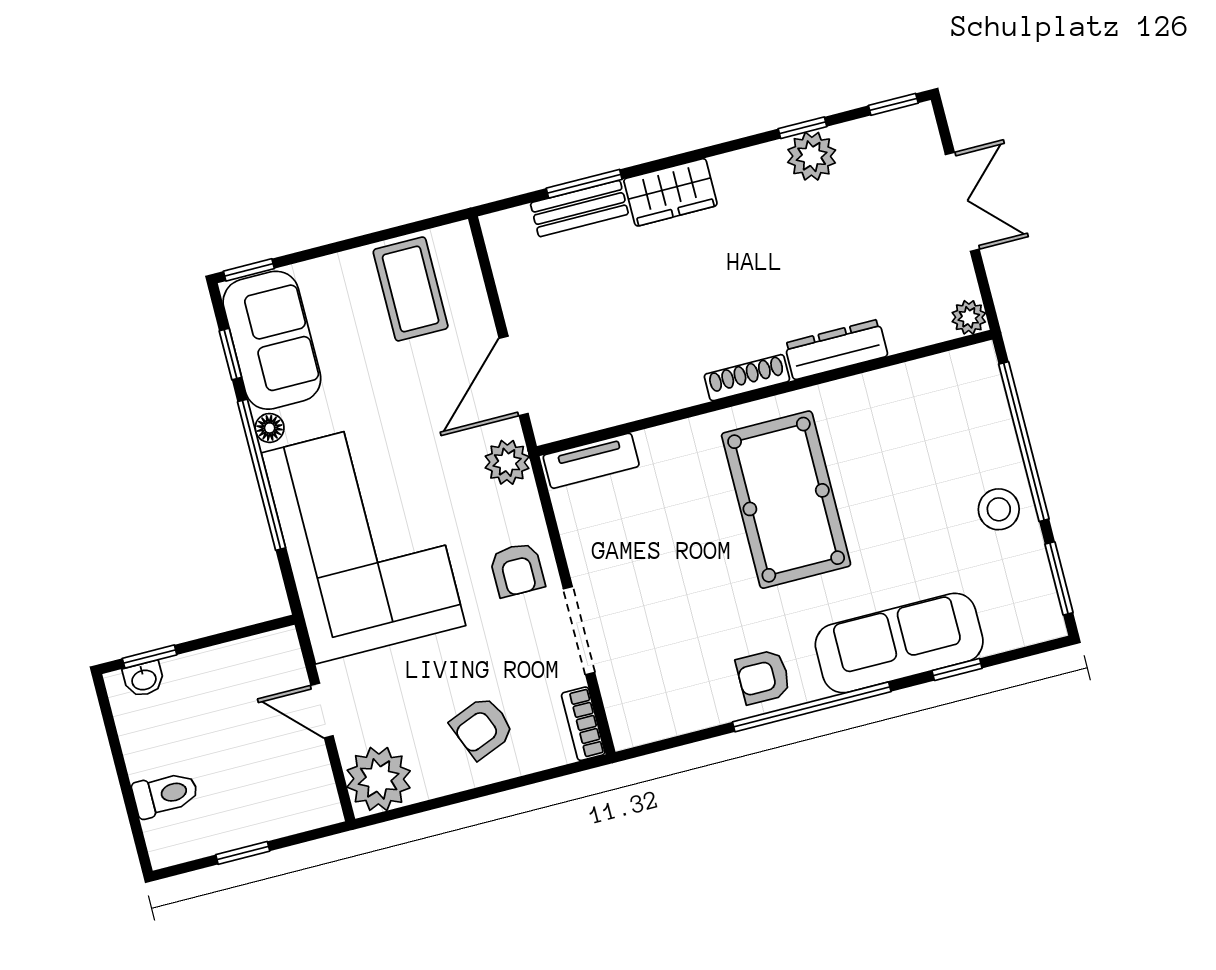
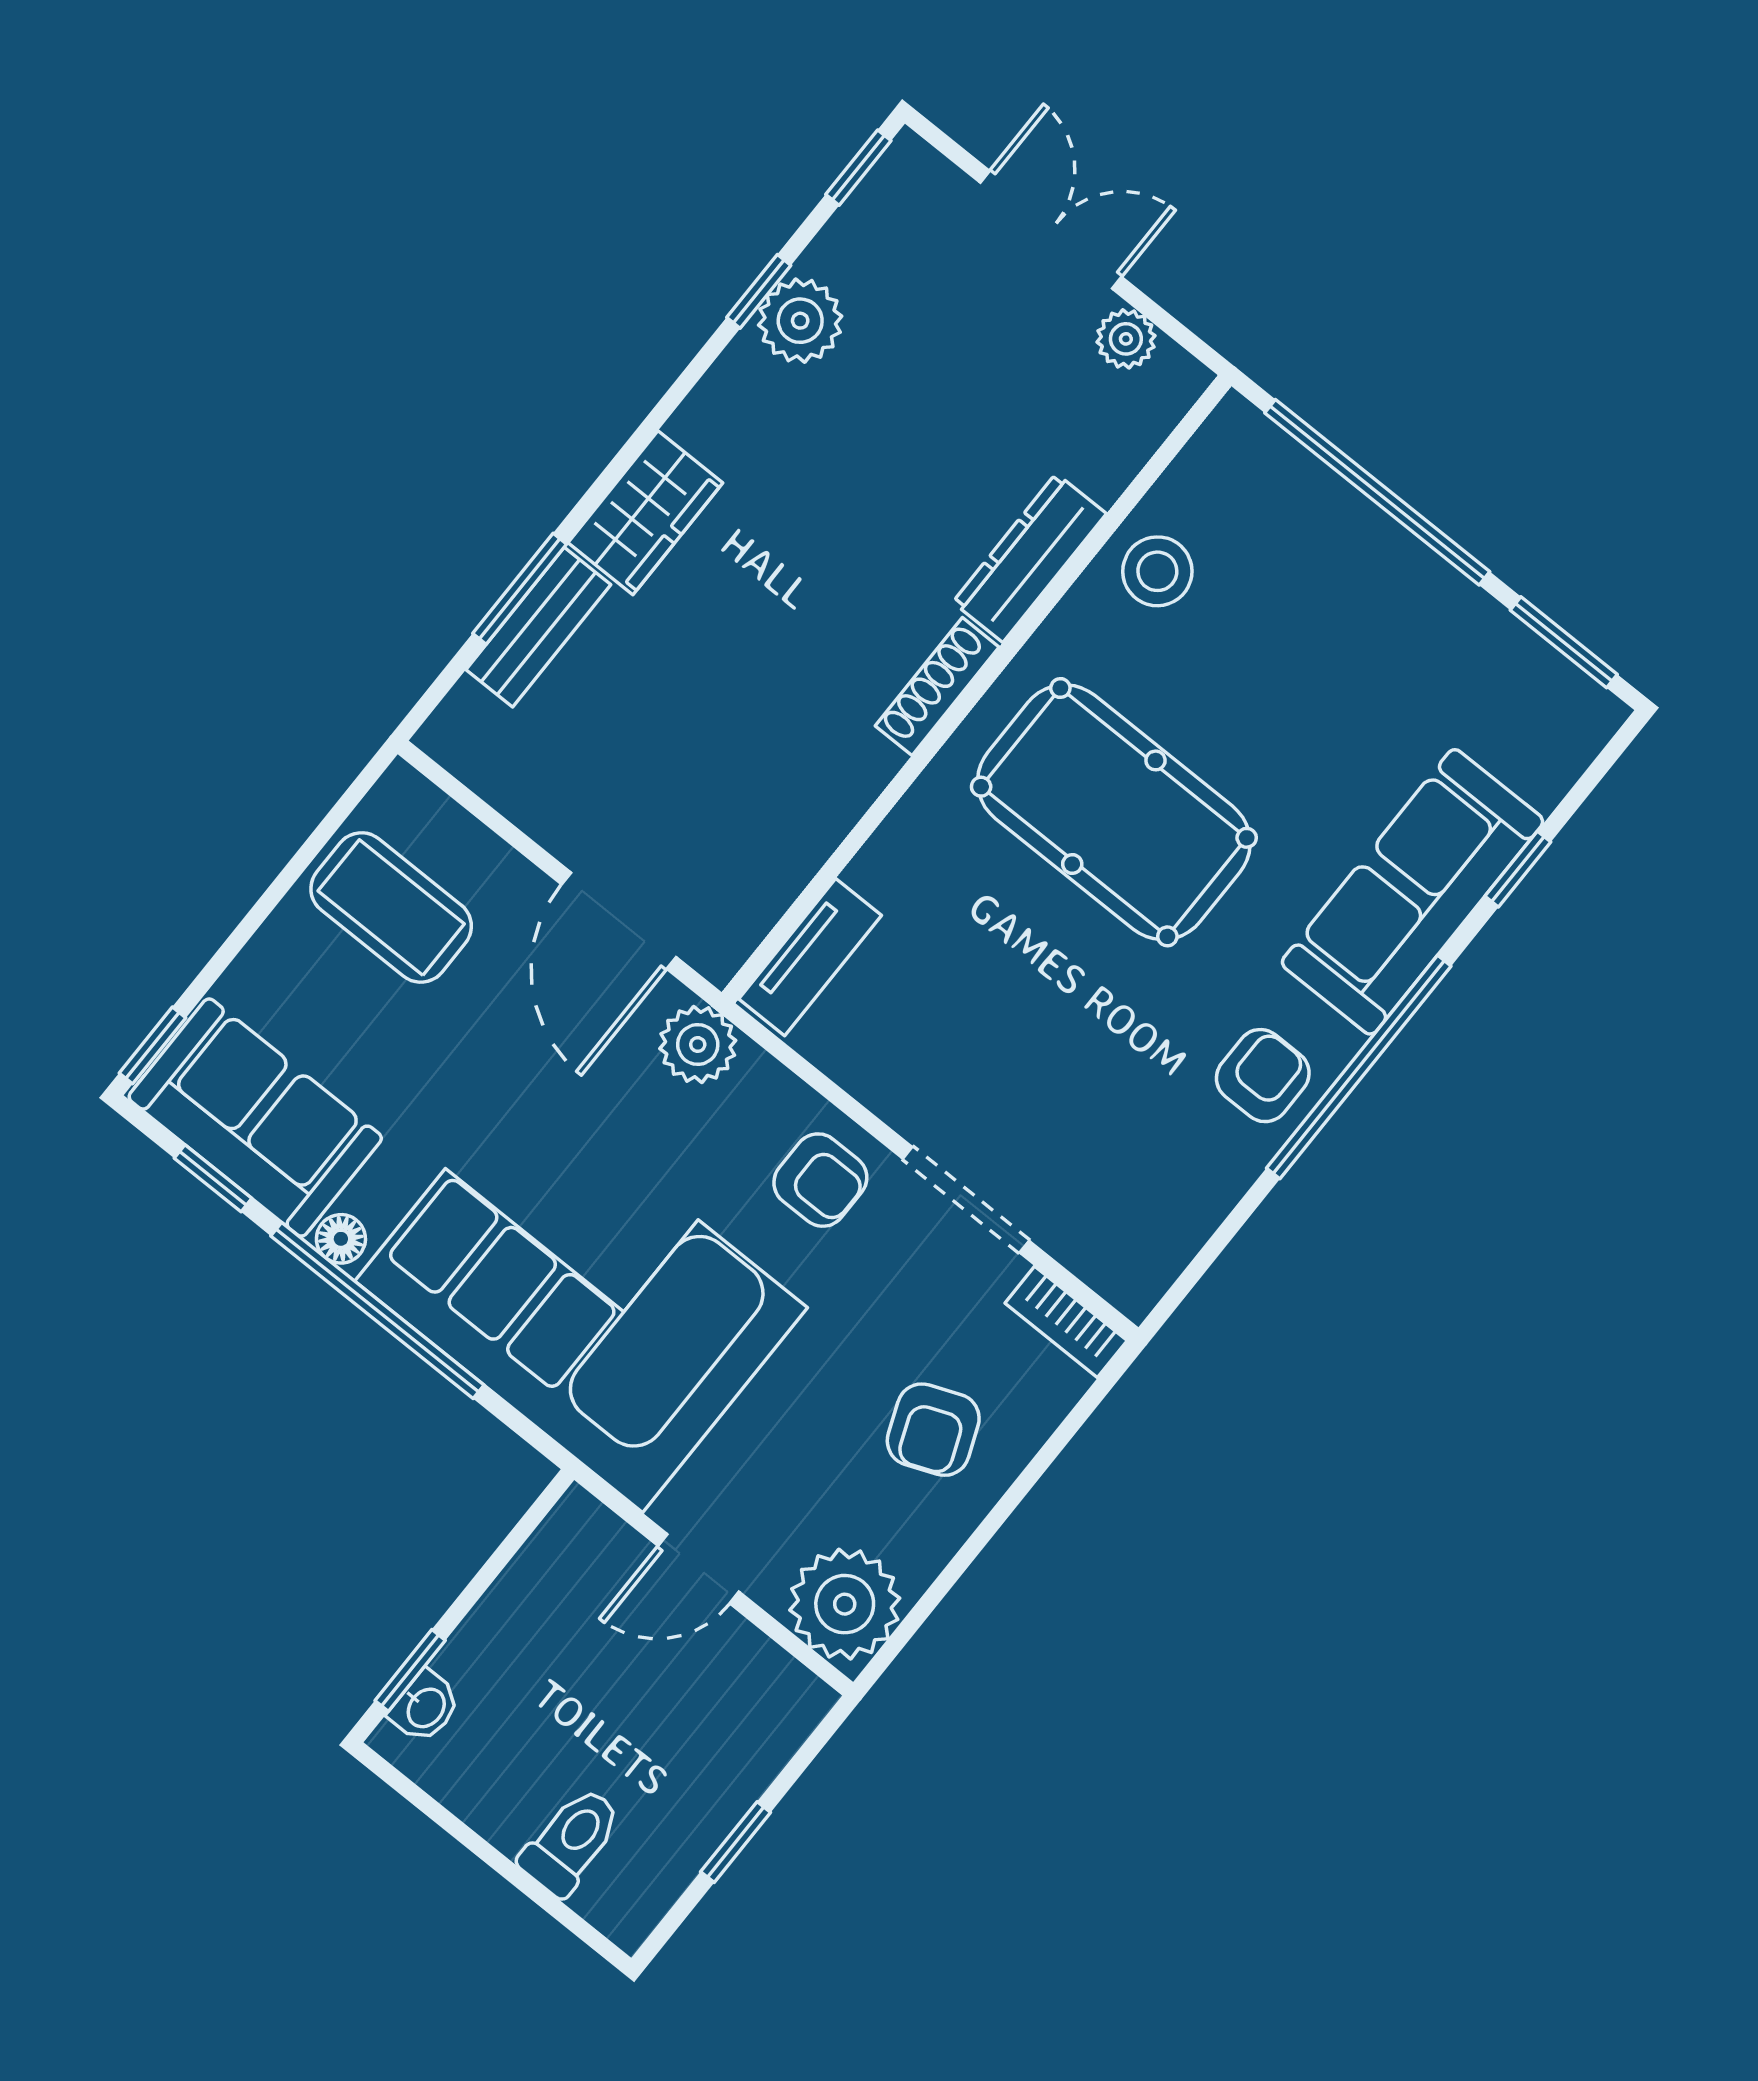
plant: (969, 317) -> (1126, 339), moved
stool: (999, 509) -> (1157, 571), moved
armchair: (763, 677) -> (1263, 1076), turned 180

